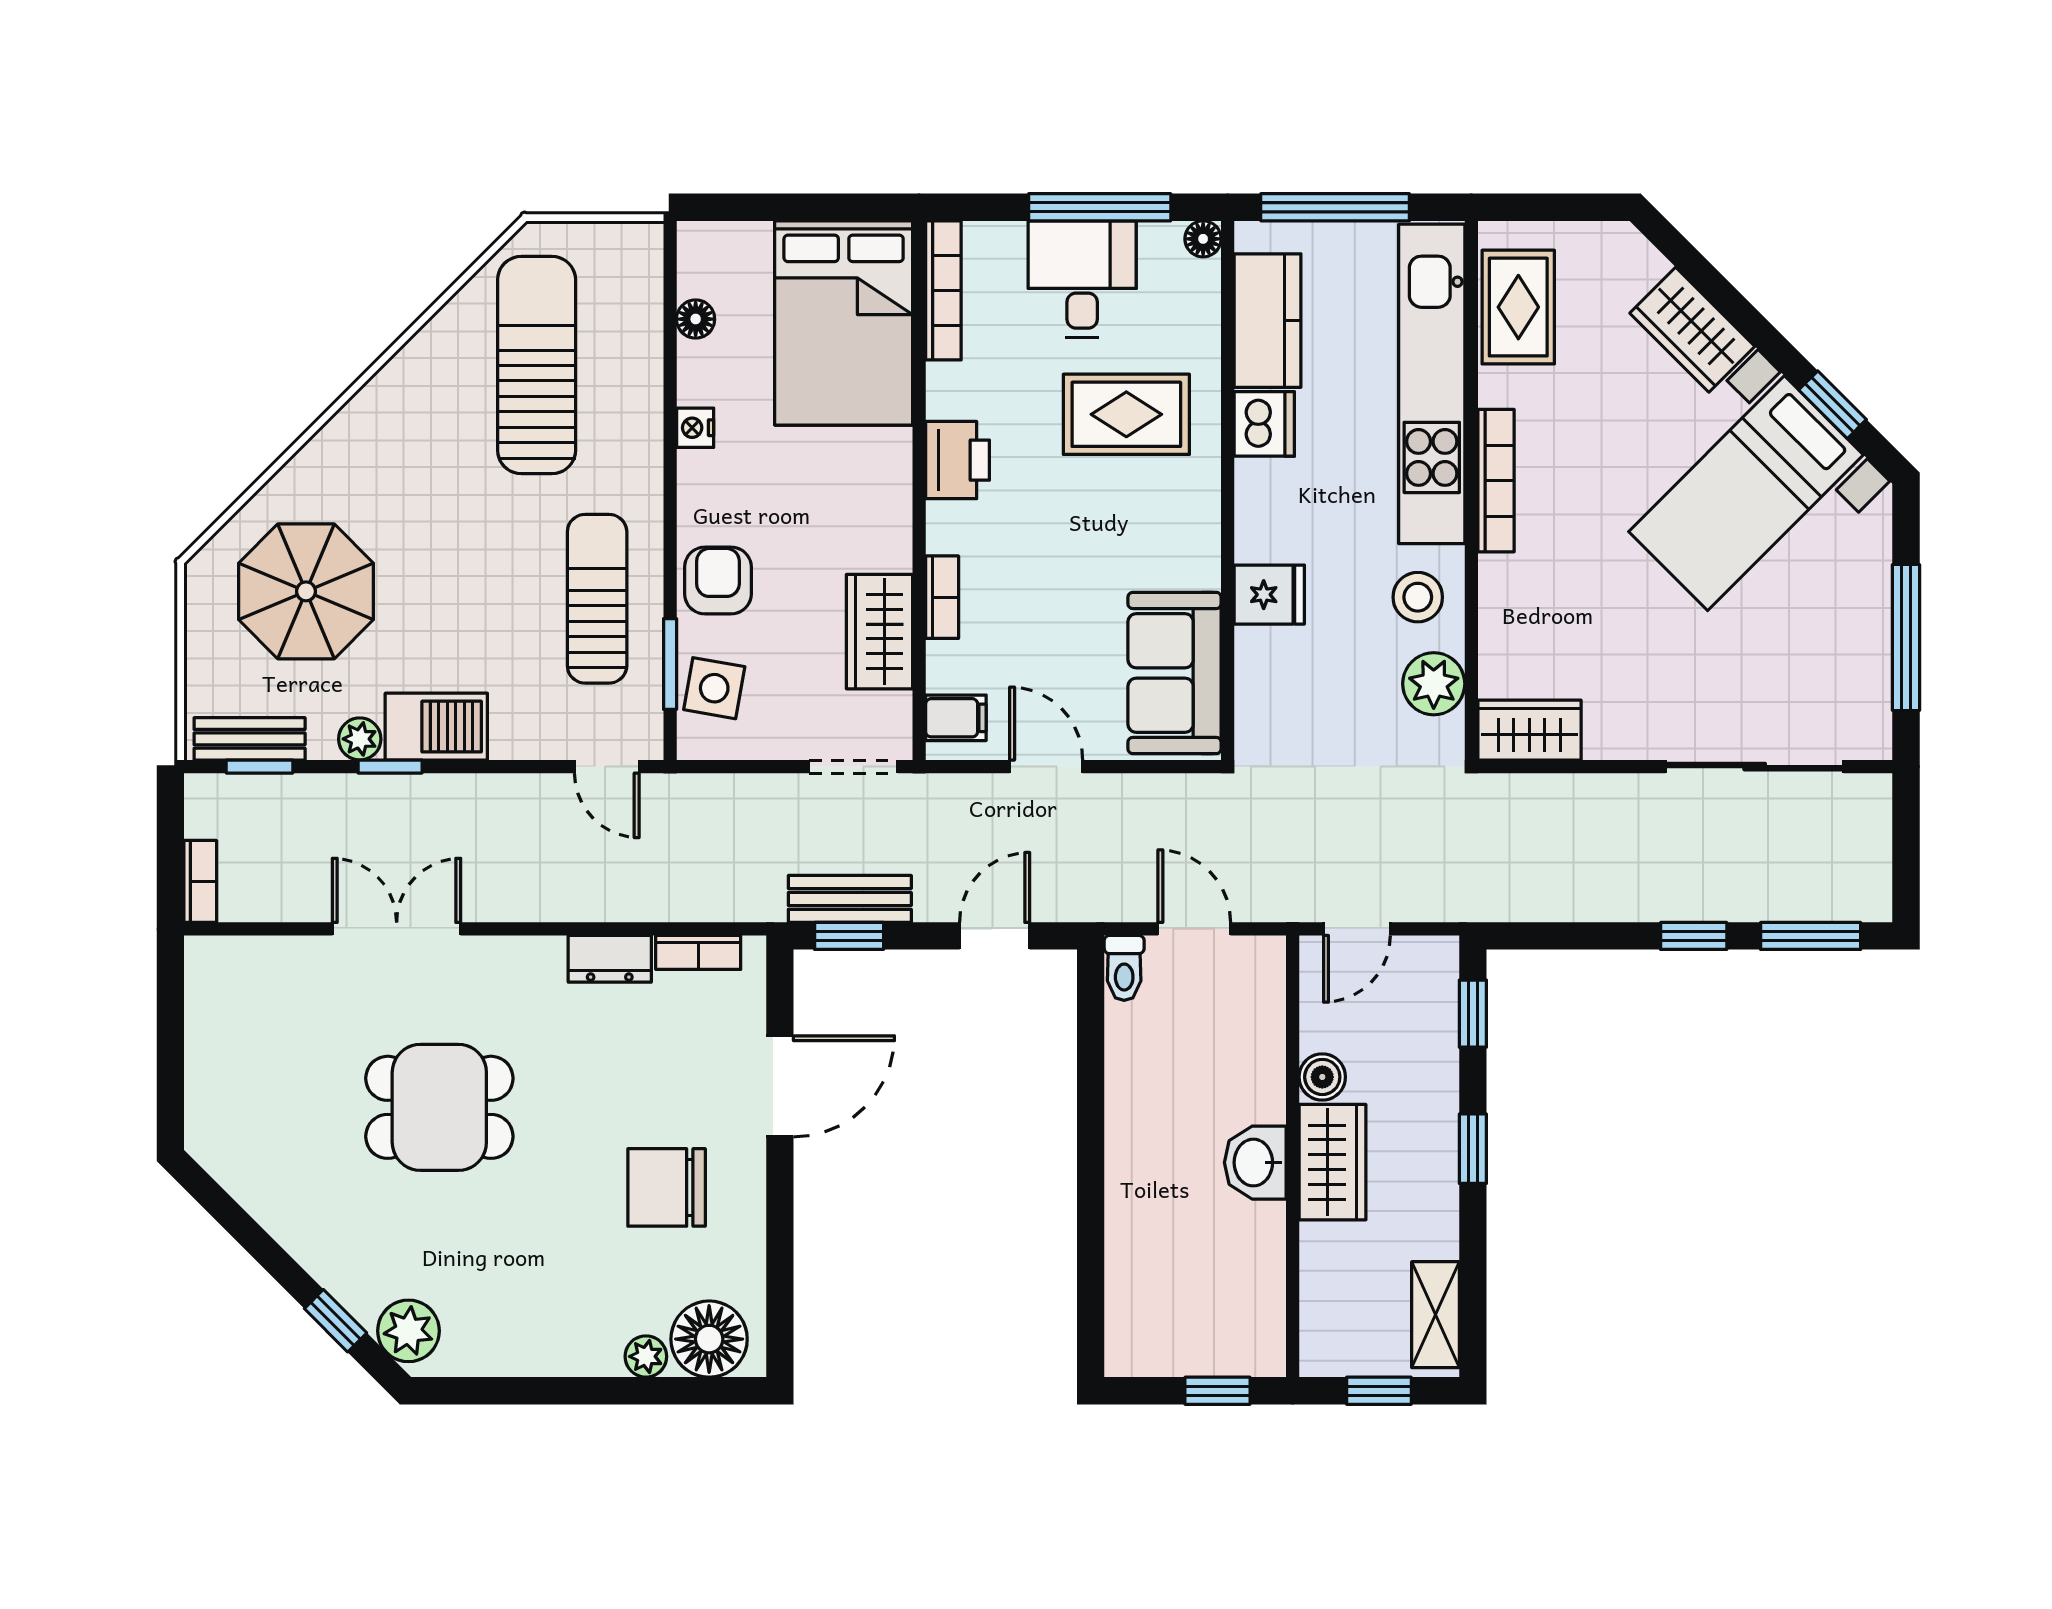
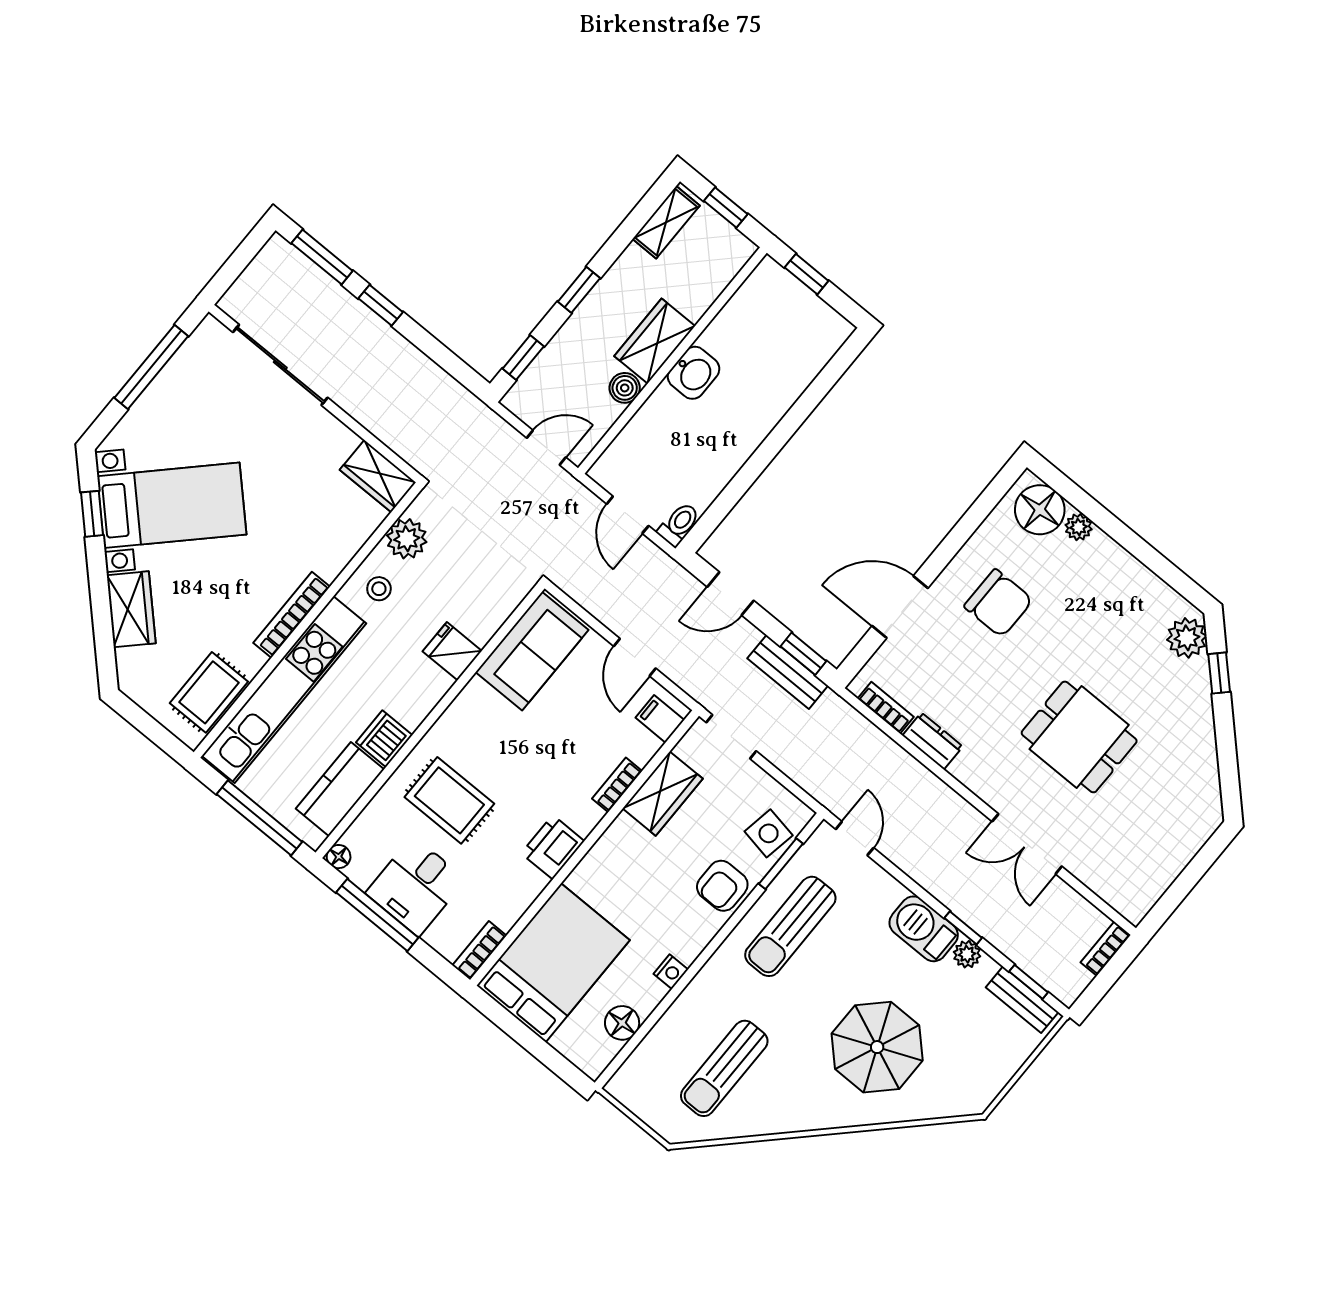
bookcase: (943, 290) -> (479, 950), width x0.64
floor lamp: (696, 319) -> (622, 1023), width x1.37, depth x1.37
sun lounger: (537, 365) -> (724, 1068), width x0.73, depth x0.75
parasol: (306, 591) -> (877, 1047), moved
stool: (1418, 597) -> (379, 589), width x0.73, depth x0.73

